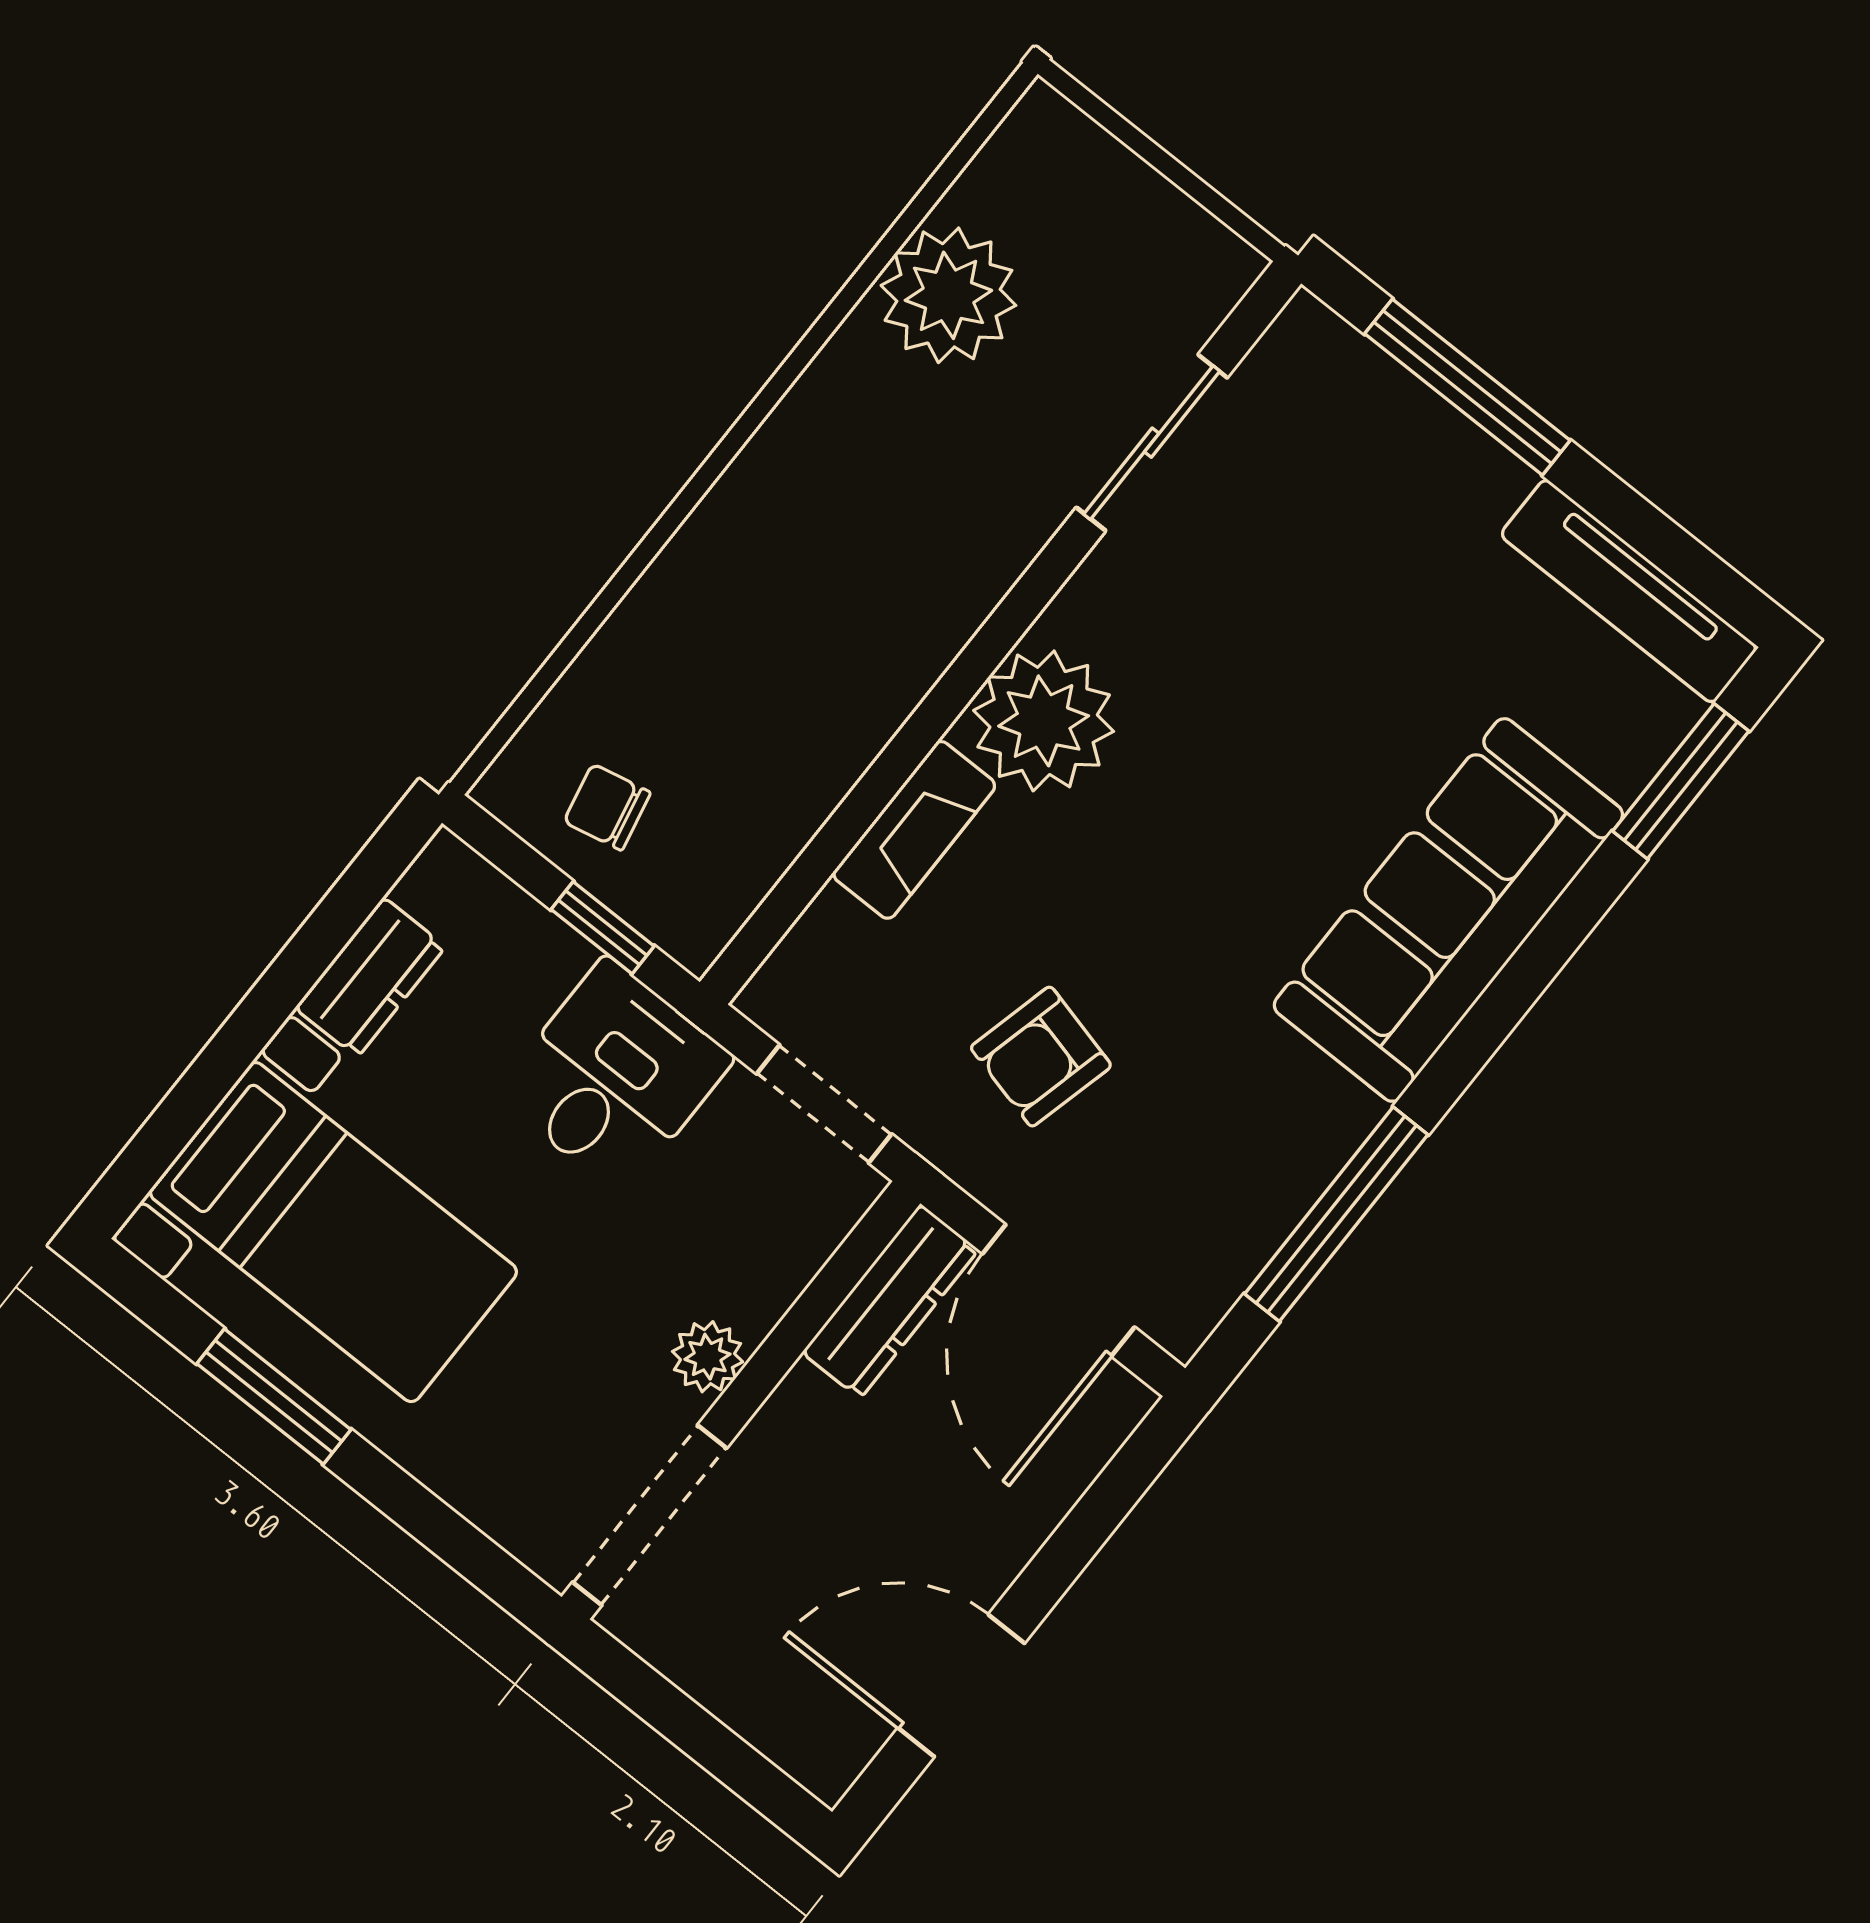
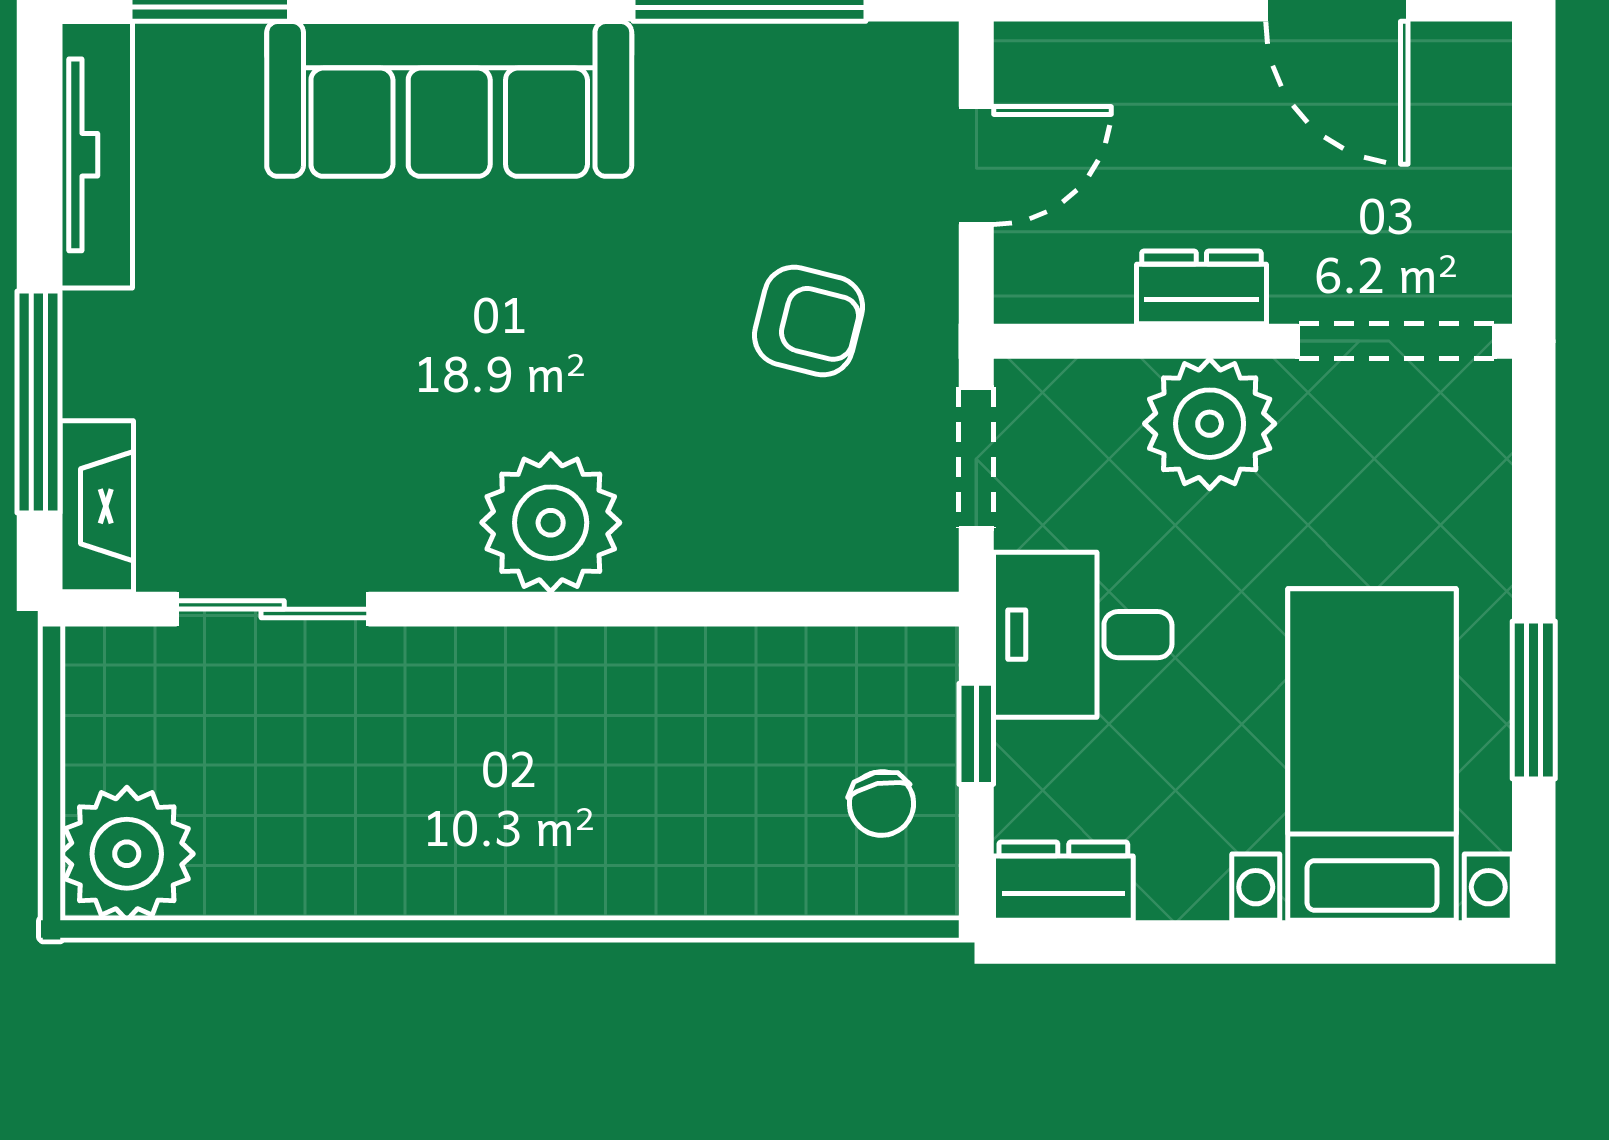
plant: (948, 295) -> (127, 854), moved
fireplace: (914, 830) -> (97, 506), moved, turned 90
dresser: (370, 977) -> (1063, 881), moved
door: (1059, 1290) -> (976, 166), width x0.73
dresser: (890, 1301) -> (1201, 287), moved, width x0.70
plant: (708, 1357) -> (1210, 424), width x1.88, depth x1.88

